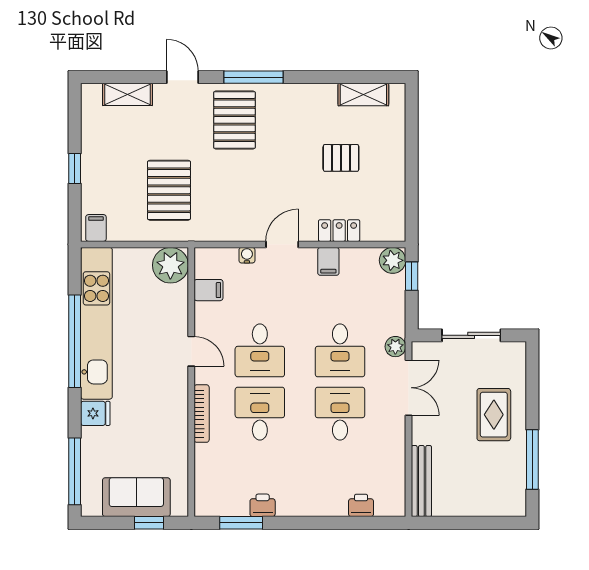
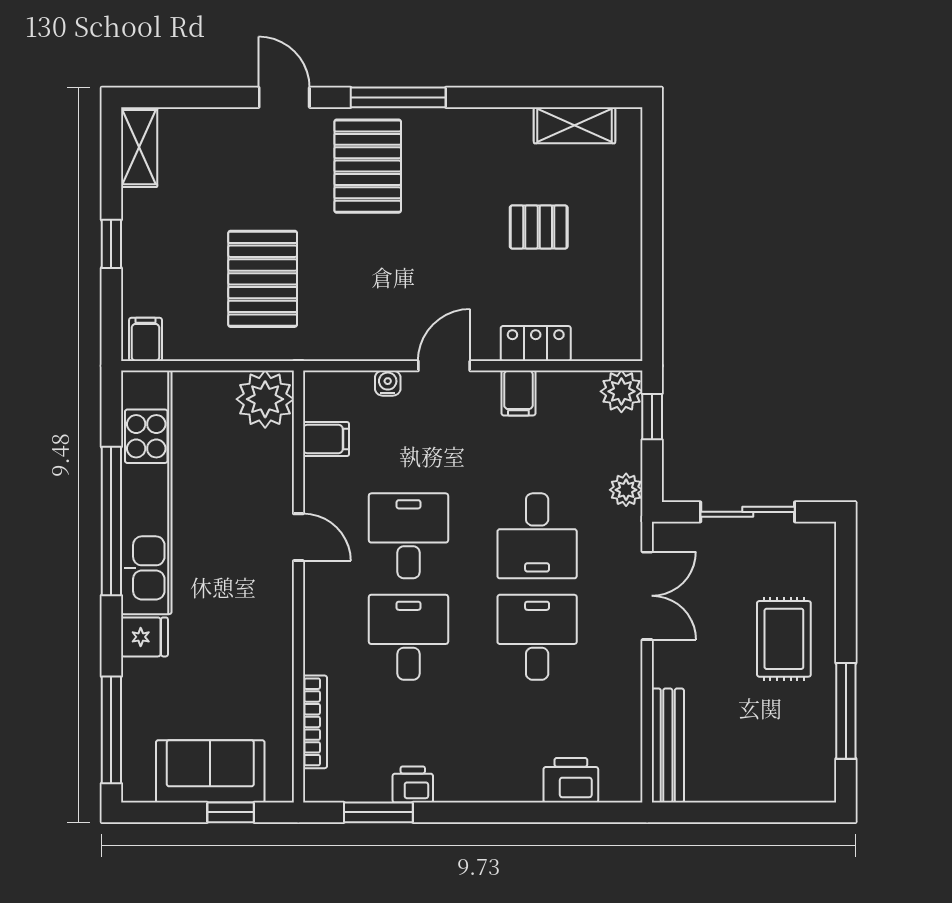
shelving: (127, 94) -> (139, 147), moved, turned 90
plant: (395, 347) -> (626, 490), moved
desk: (260, 350) -> (408, 536), turned 180
bookcase: (202, 414) -> (315, 722), moved
printer: (361, 505) -> (571, 780), width x1.36, depth x1.24

